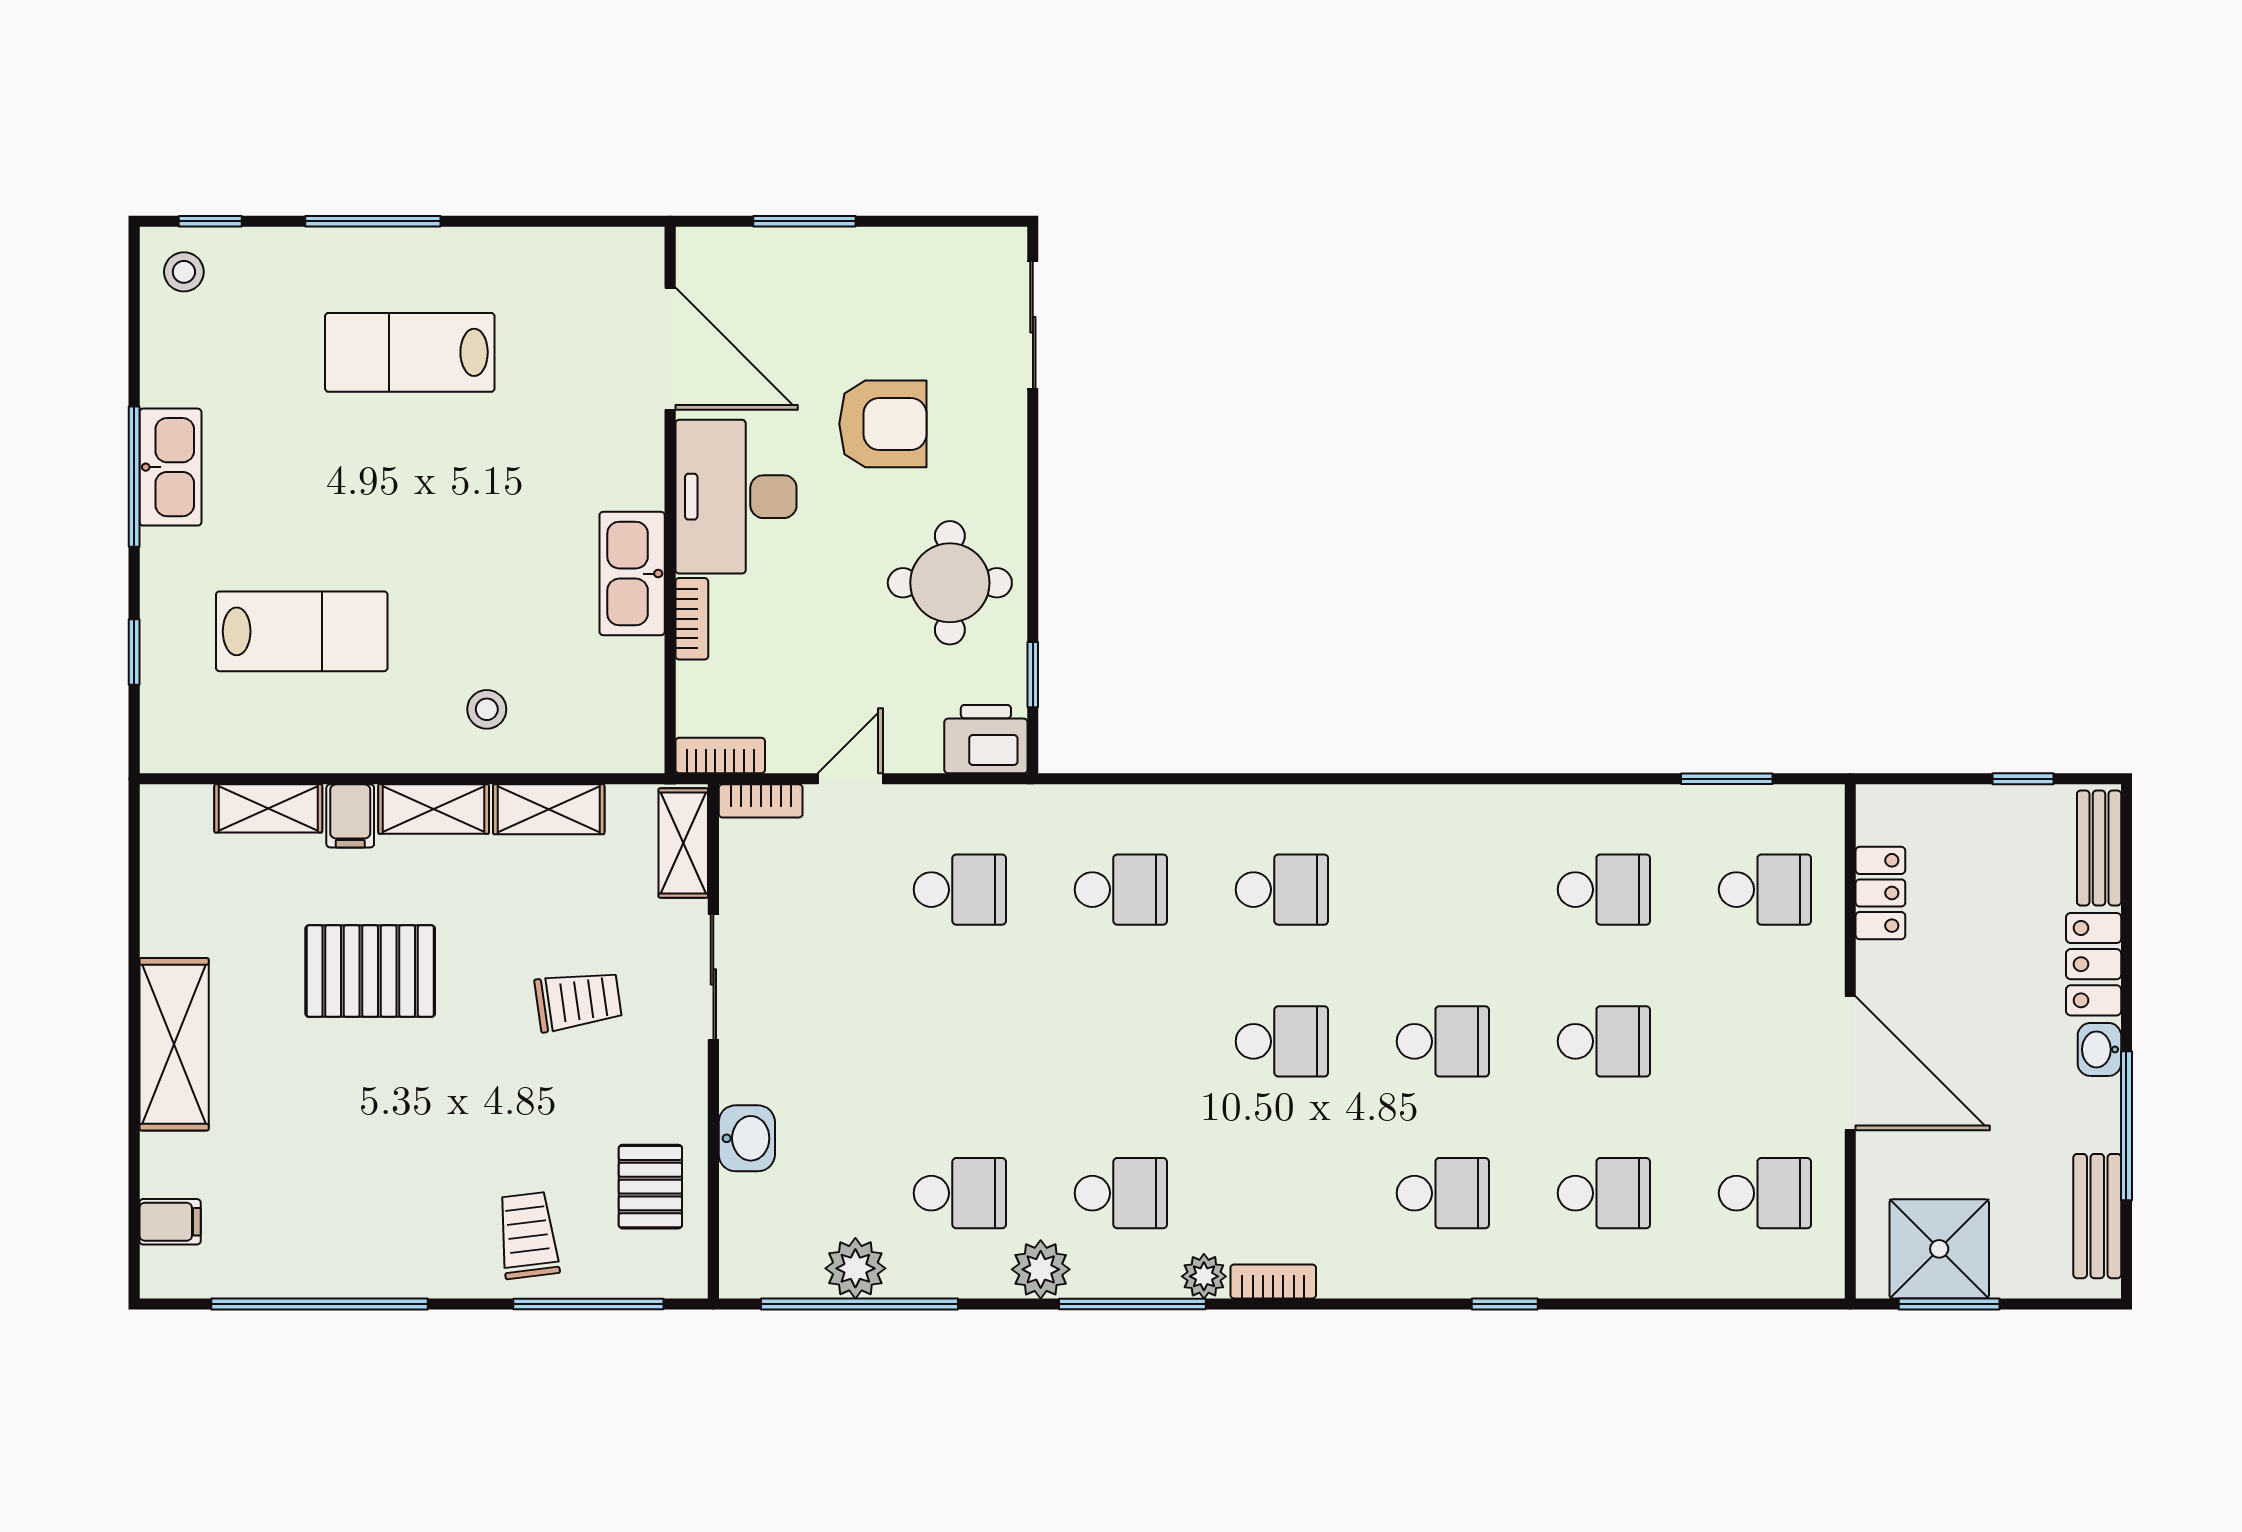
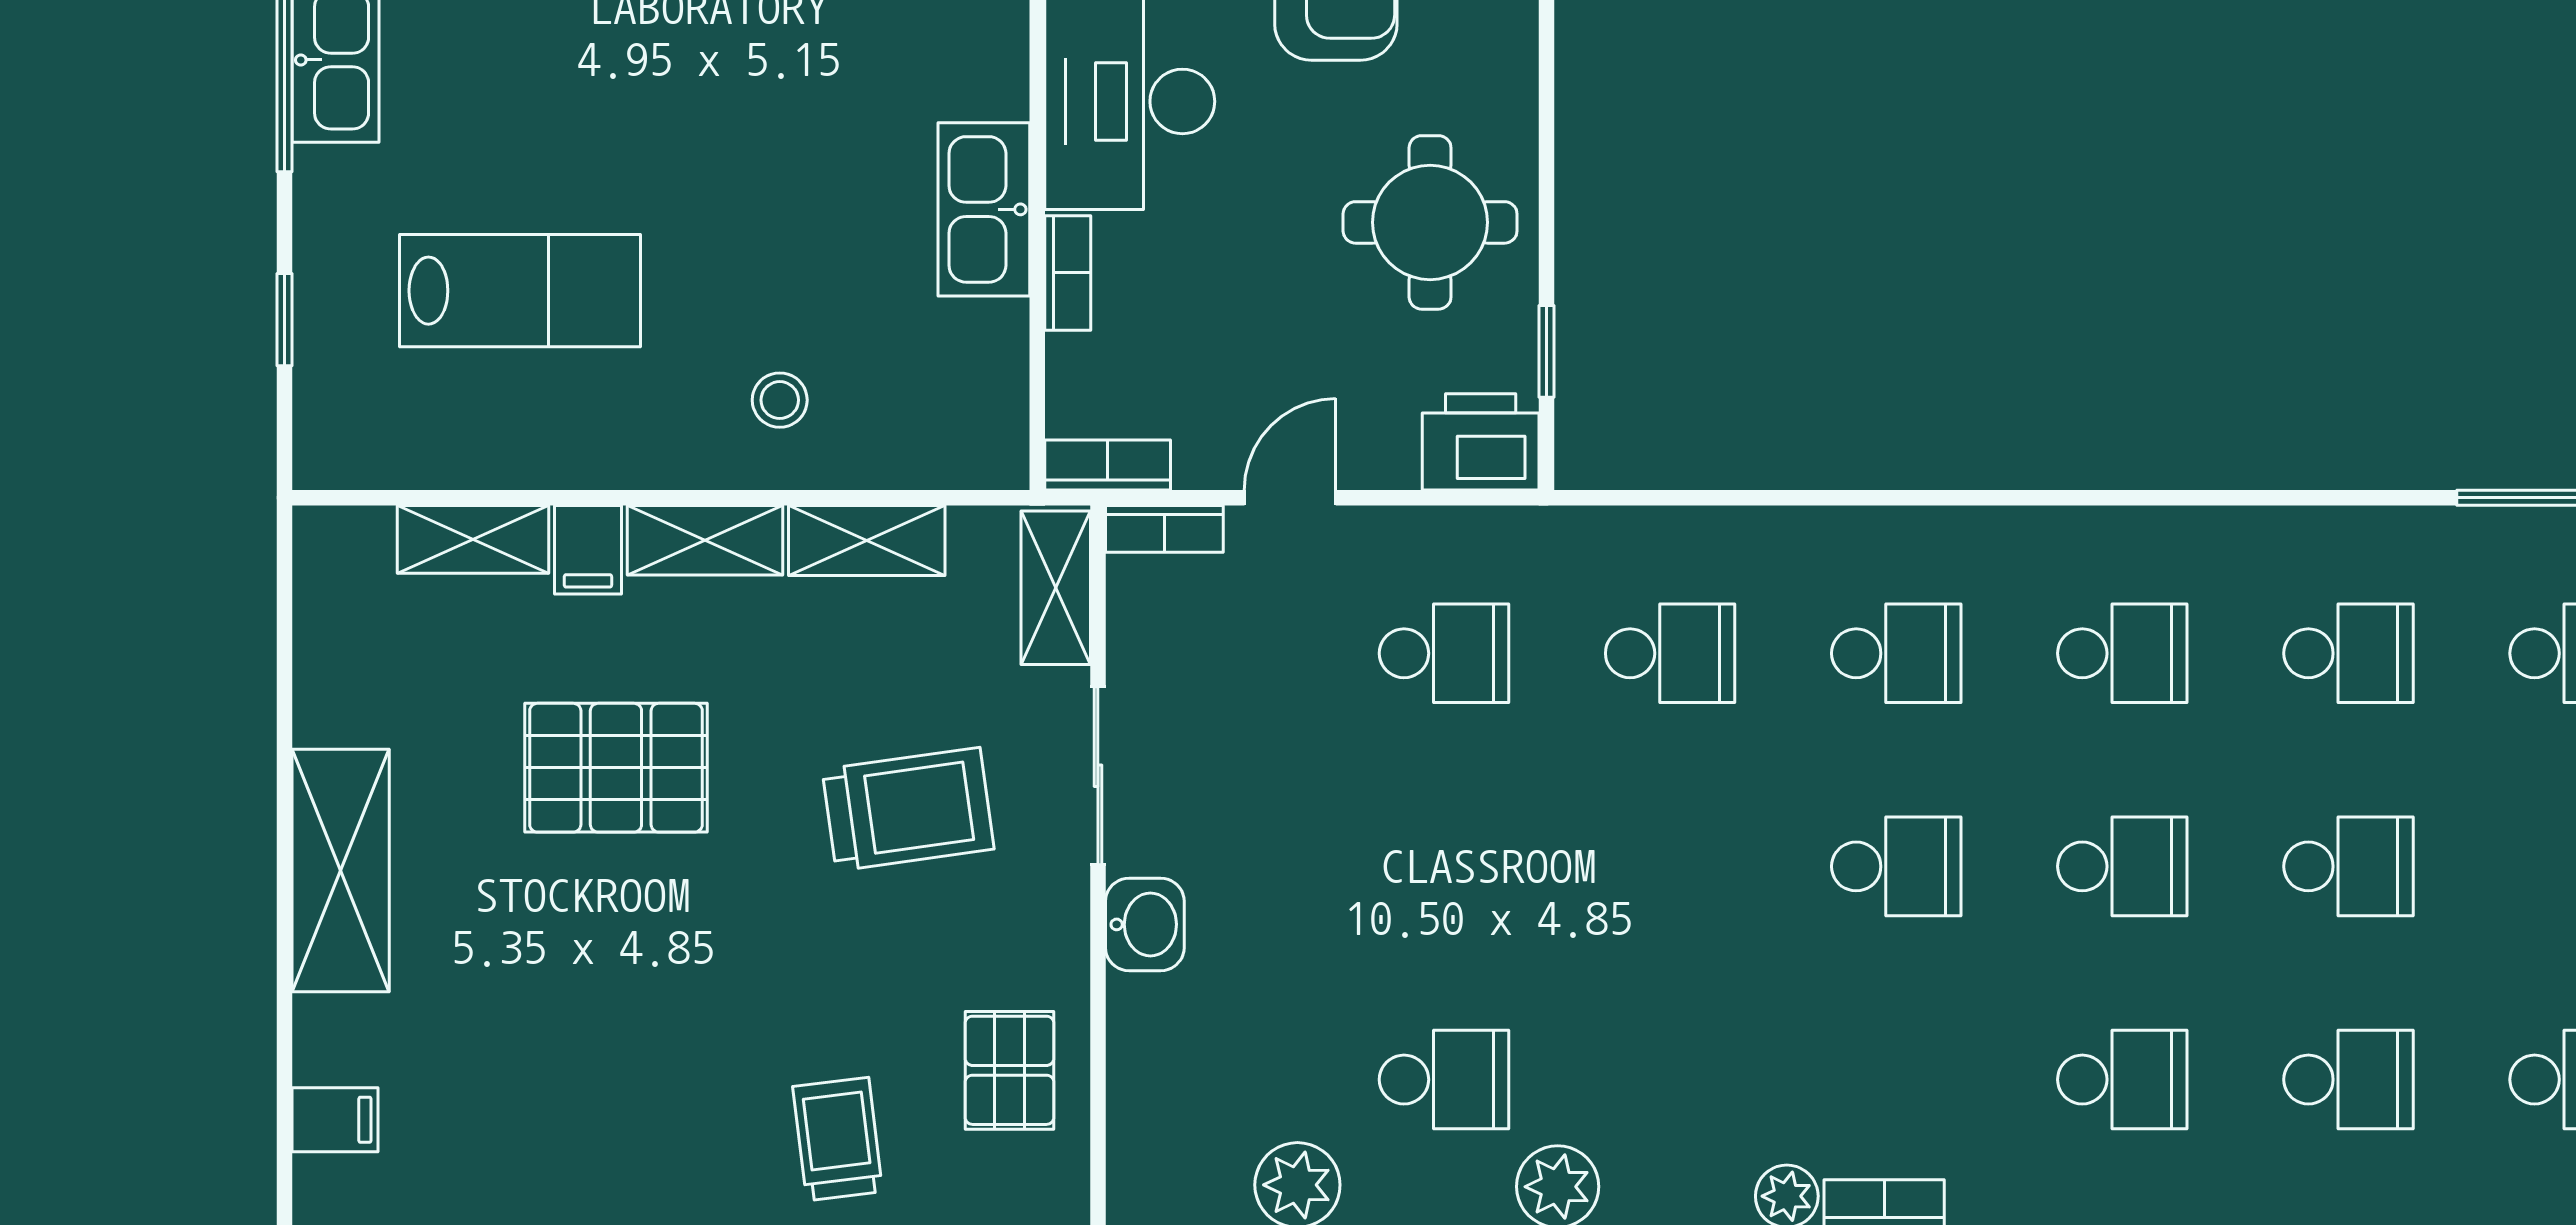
trolley: (578, 1001) -> (908, 809), width x1.36, depth x1.39
washbasin: (747, 1138) -> (1145, 924), moved
school desk: (1121, 1193) -> (2122, 653), moved

